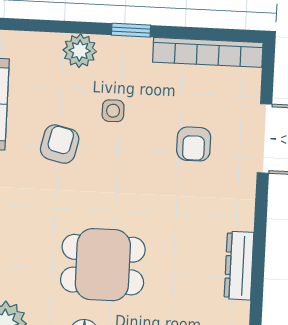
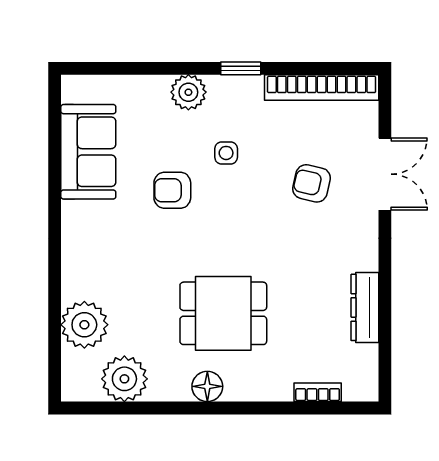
armchair: (60, 144) -> (172, 190), turned -103
armchair: (194, 144) -> (312, 183), turned 103

